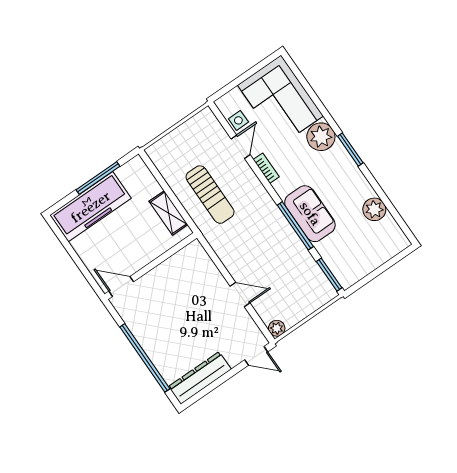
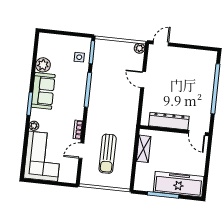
side table: (238, 120) -> (79, 57), moved
plant: (321, 137) -> (34, 126), width x0.53, depth x0.53
sun lounger: (210, 195) -> (108, 154), moved, turned 180
sofa: (310, 214) -> (43, 91), moved, turned 180
door: (256, 356) -> (161, 43), hinge flipped
dresser: (200, 378) -> (169, 121), moved, turned 180

